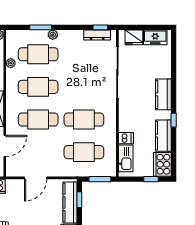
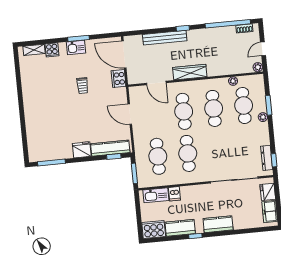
window: (151, 179) -> (139, 220), removed

